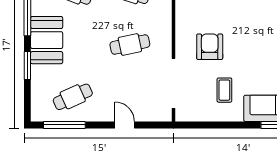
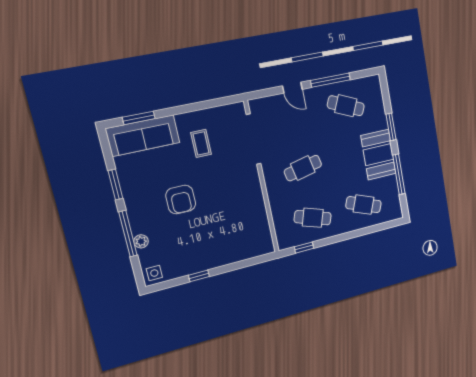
armchair: (210, 47) -> (181, 200), moved
cafe table: (73, 97) -> (346, 106), turned 48
window: (64, 125) -> (330, 80), moved

